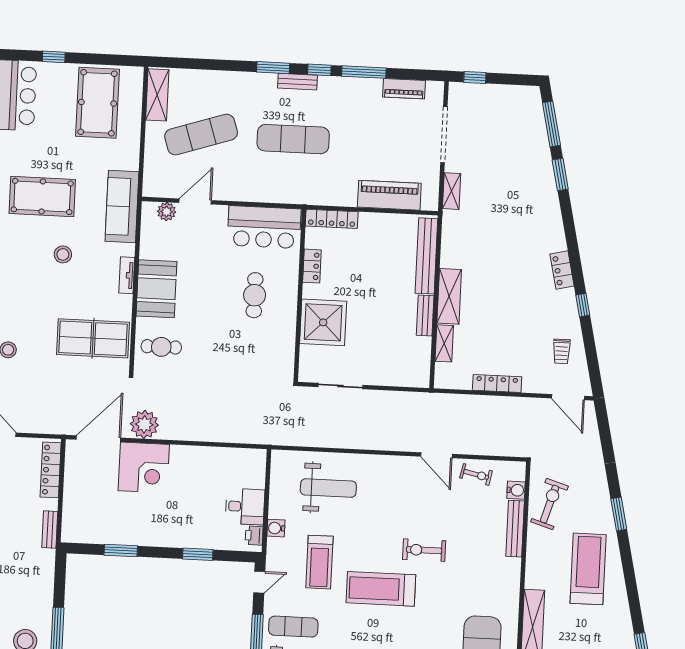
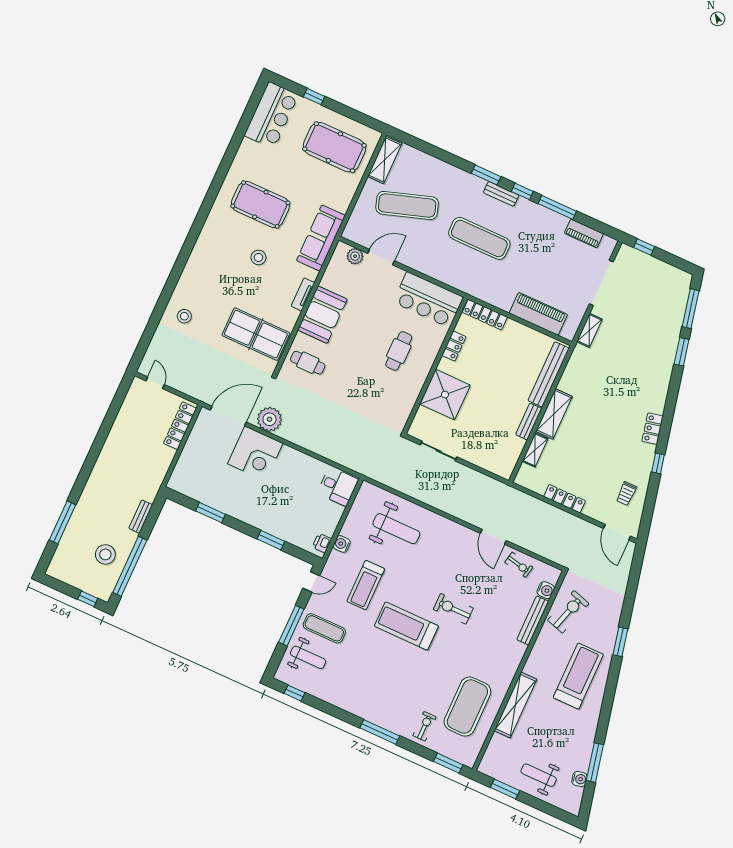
pool table: (97, 103) -> (334, 147), turned 90
desk: (245, 507) -> (338, 486), moved
bench: (50, 529) -> (141, 517), moved

